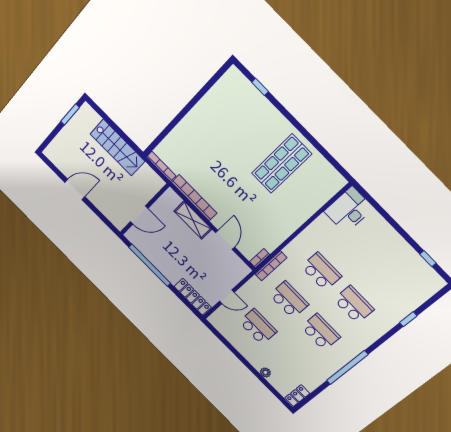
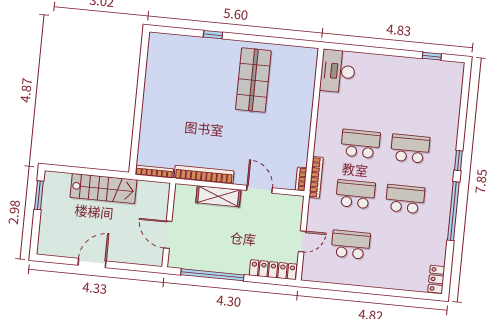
window: (260, 87) -> (213, 35), moved
door: (139, 215) -> (168, 235), swing flipped
window: (408, 319) -> (458, 161), moved
plant: (265, 372) -> (392, 283), removed

